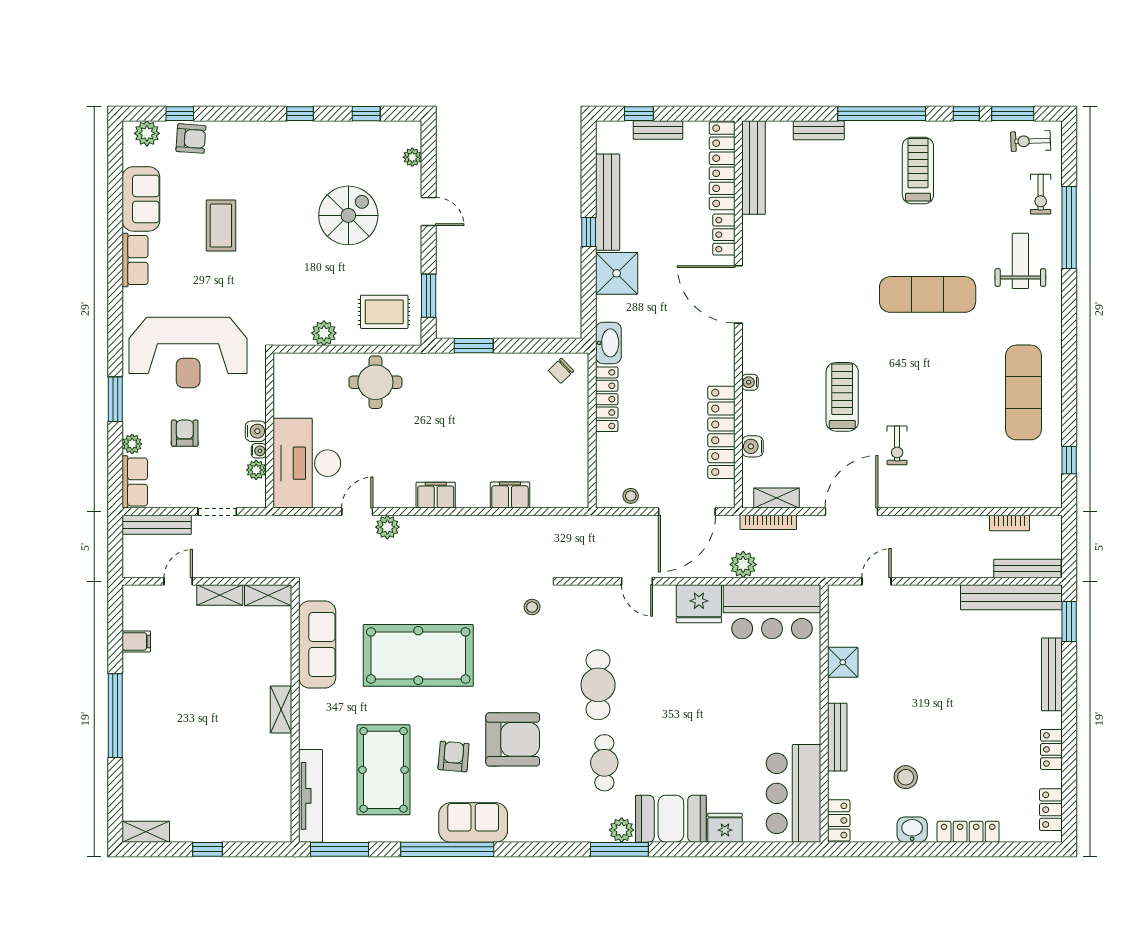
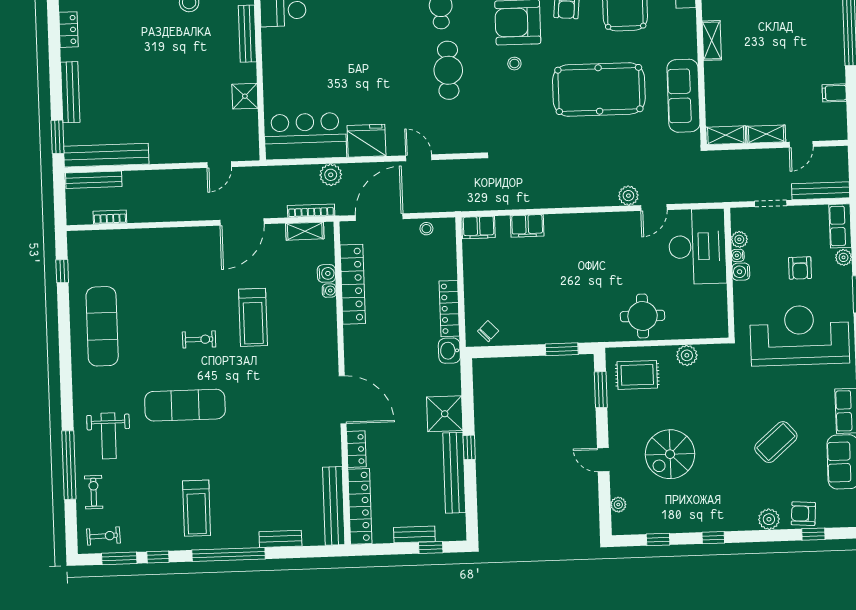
plant: (147, 133) -> (769, 519), moved
coffee table: (221, 226) -> (776, 442), turned 49
washbasin: (608, 343) -> (449, 351), width x0.72
water cooler: (750, 382) -> (329, 291), moved
exercise bike: (897, 445) -> (199, 339), moved, turned 90
filing cabinet: (436, 495) -> (479, 227), moved
stool: (532, 607) -> (514, 64), moved

